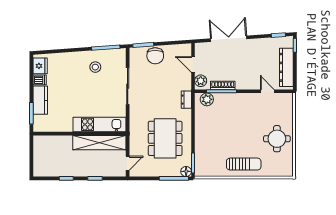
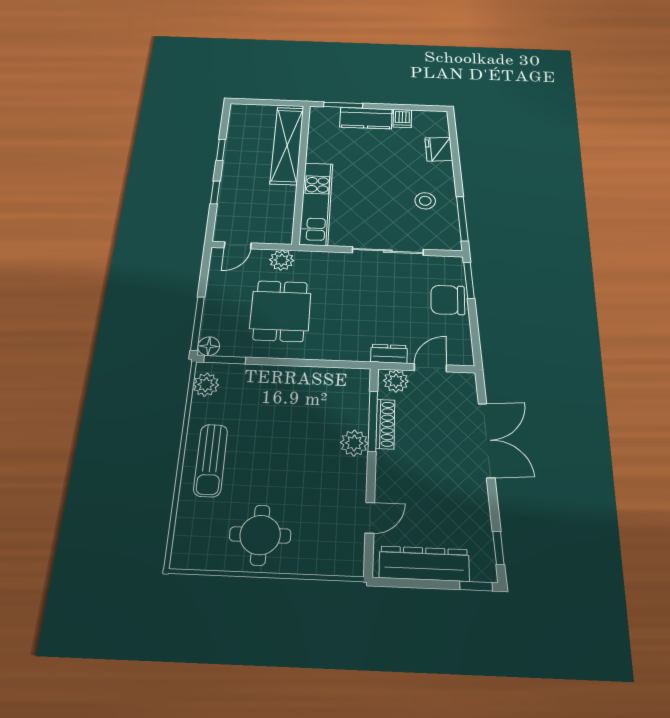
fridge: (40, 66) -> (439, 149), moved, turned 86
plant: (207, 99) -> (354, 443), moved
dresser: (186, 100) -> (389, 354), moved
dining table: (165, 138) -> (280, 311), width x0.73
plant: (136, 140) -> (282, 260), added
shelving: (99, 143) -> (287, 145), moved
door: (128, 163) -> (238, 245), hinge flipped
plant: (206, 170) -> (206, 385), added

